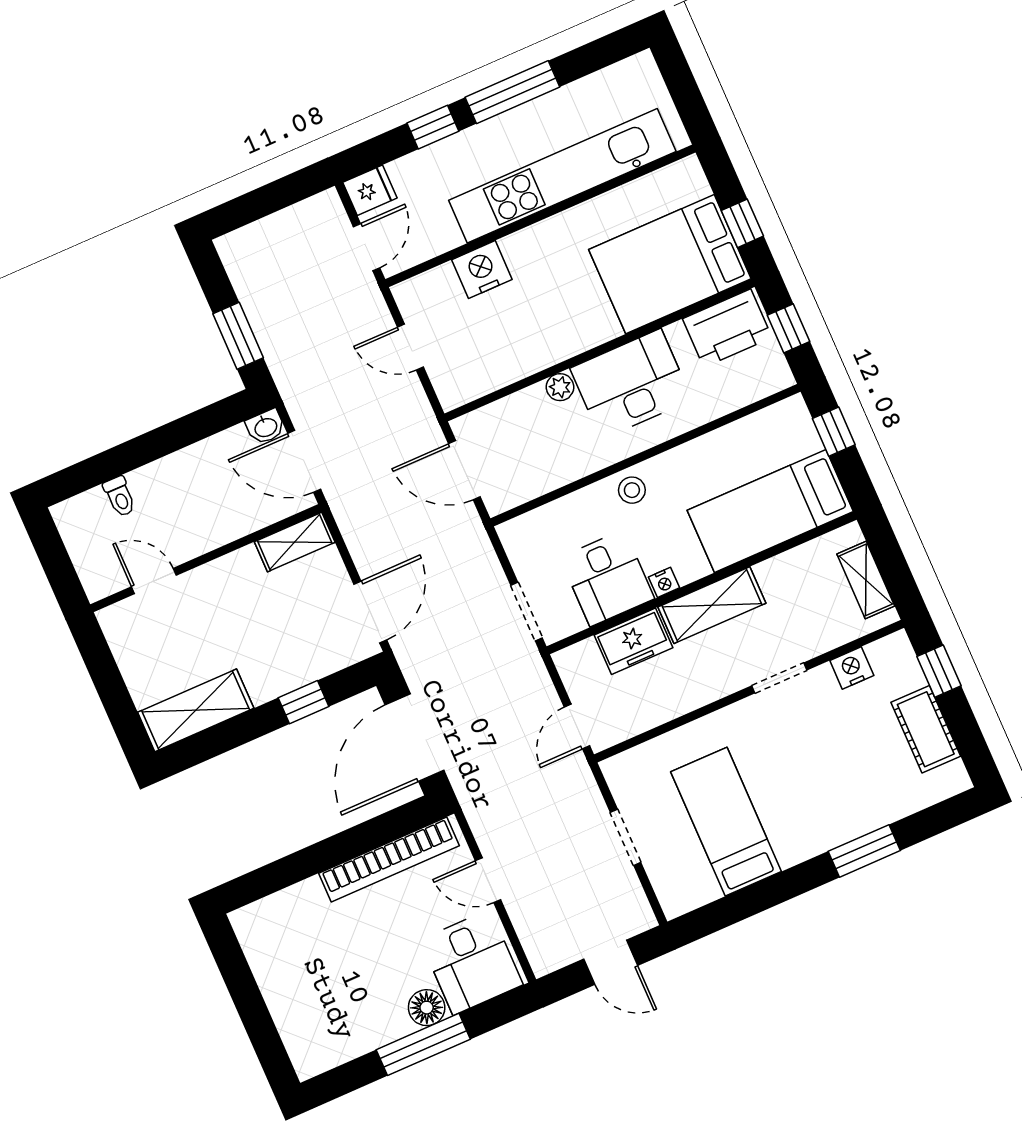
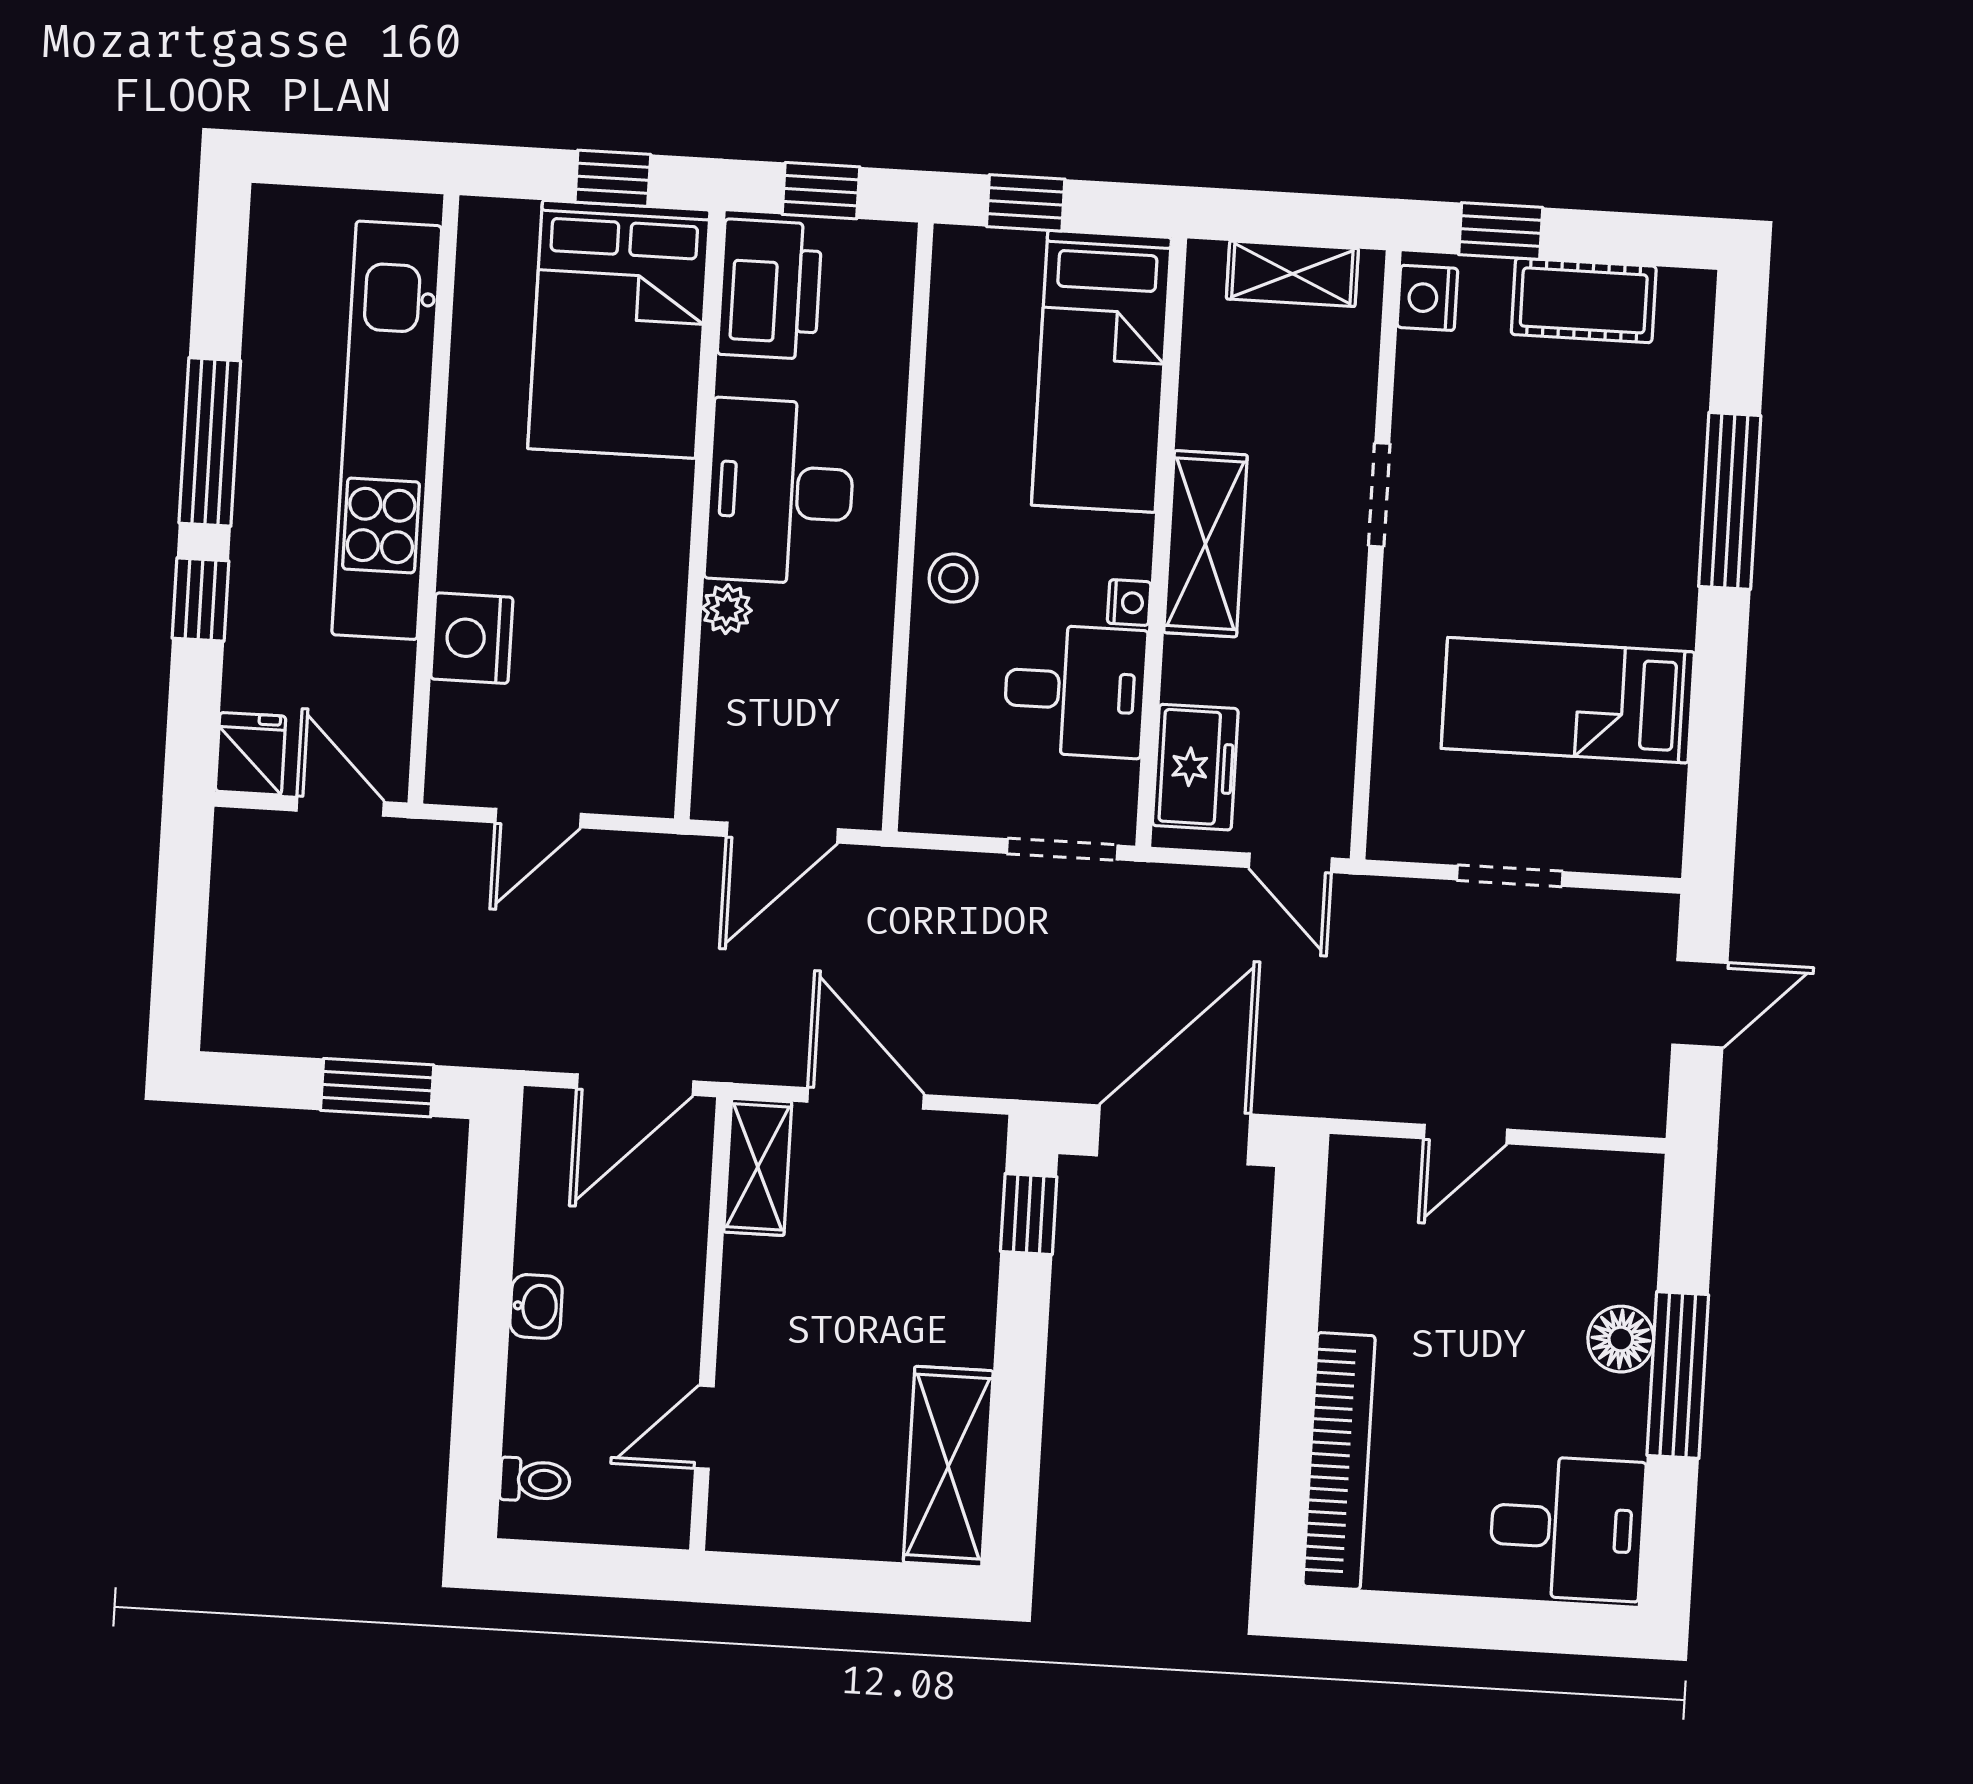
washbasin: (266, 427) -> (536, 1306), moved
toilet: (120, 496) -> (535, 1480), moved
door: (370, 612) -> (866, 1098), moved
freezer: (633, 641) -> (1195, 767), moved
nightstand: (852, 668) -> (1427, 298), moved
window: (304, 702) -> (1029, 1214), moved
door: (414, 738) -> (1174, 1135), swing flipped
window: (864, 851) -> (1730, 501), width x1.44
bookcase: (389, 859) -> (1339, 1461), moved
desk: (472, 962) -> (1567, 1528), moved

